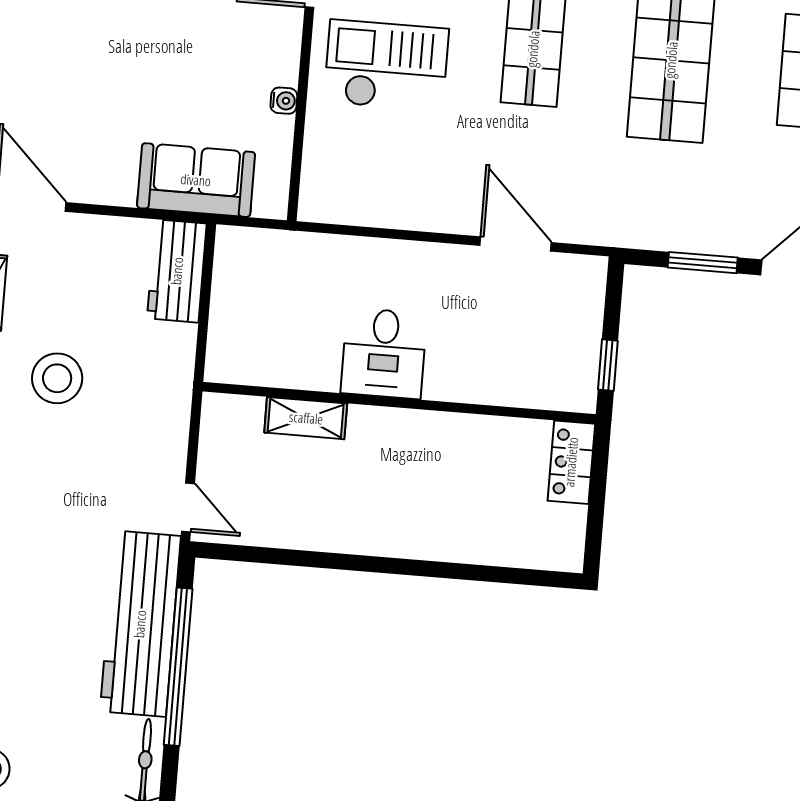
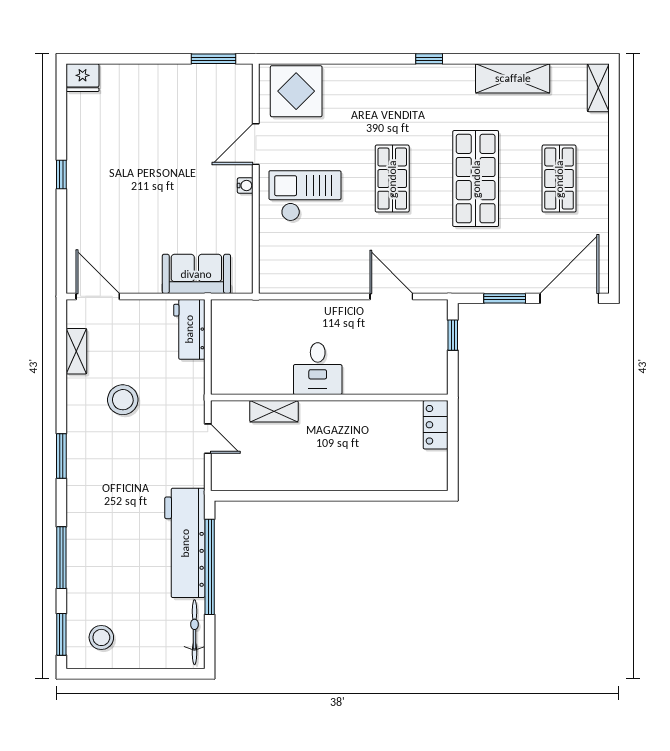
water cooler: (284, 101) -> (245, 186), moved
window: (608, 365) -> (453, 335), moved
door: (188, 507) -> (208, 439), moved

